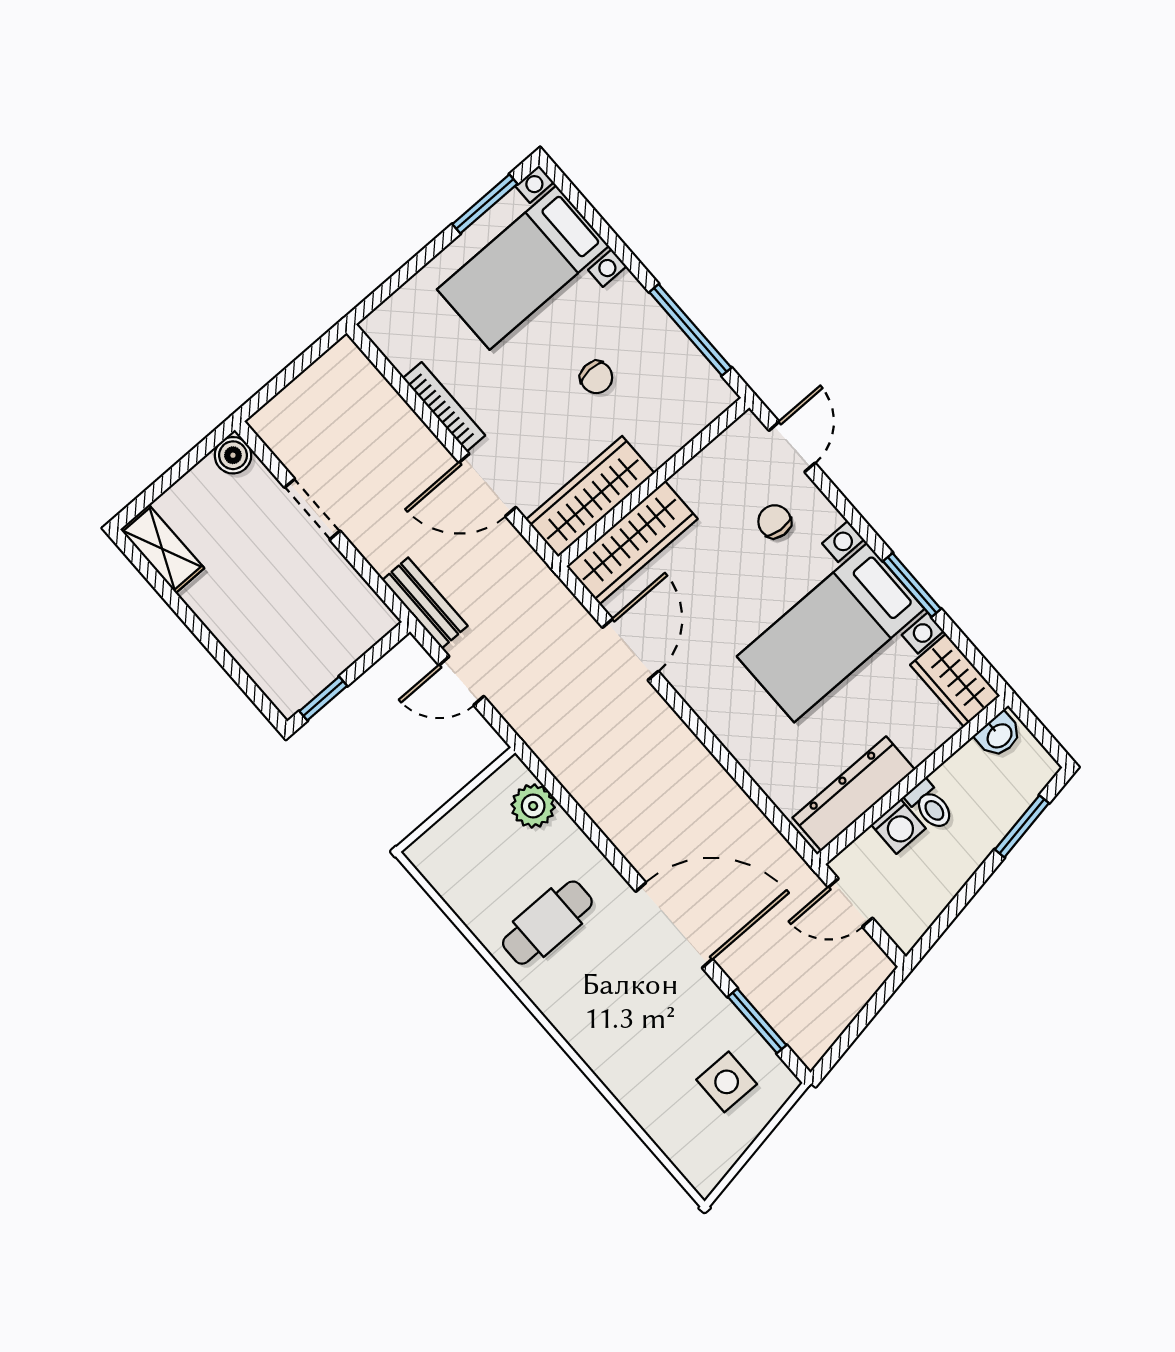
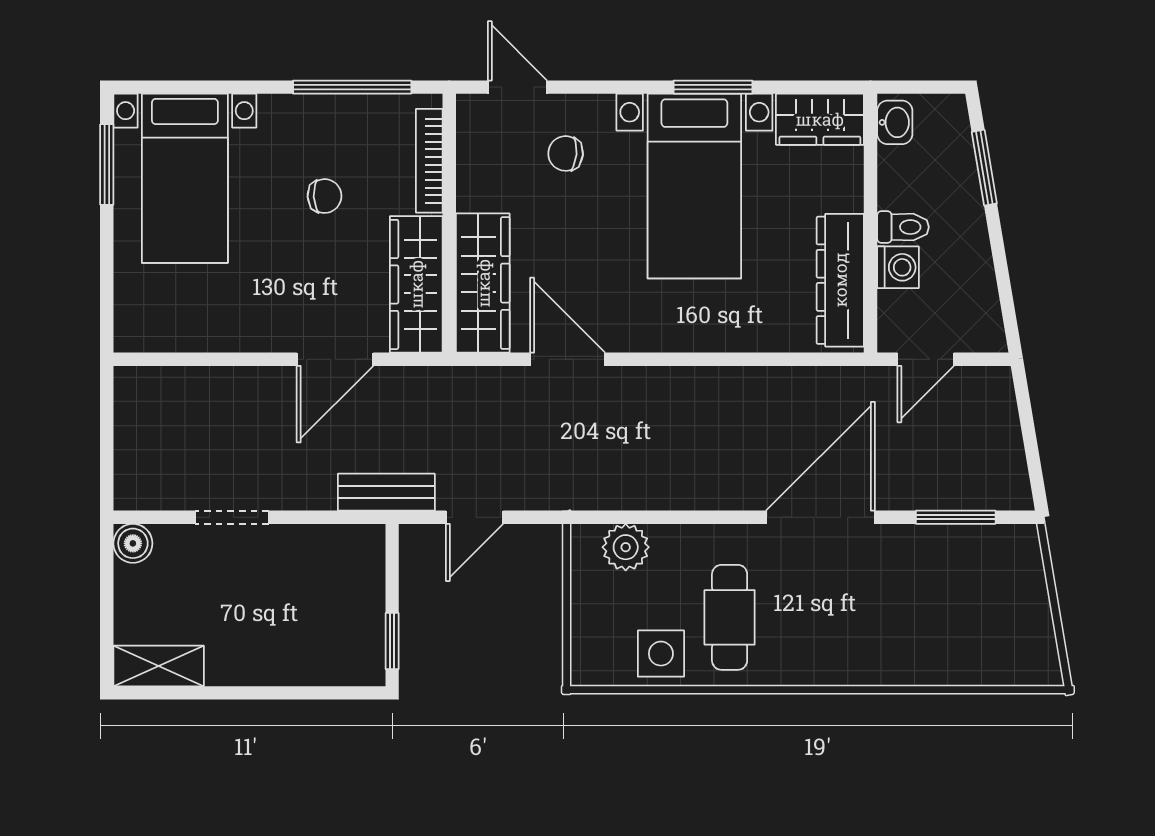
bookcase: (444, 407) -> (429, 161), moved, turned -90
side table: (727, 1082) -> (661, 654), moved

